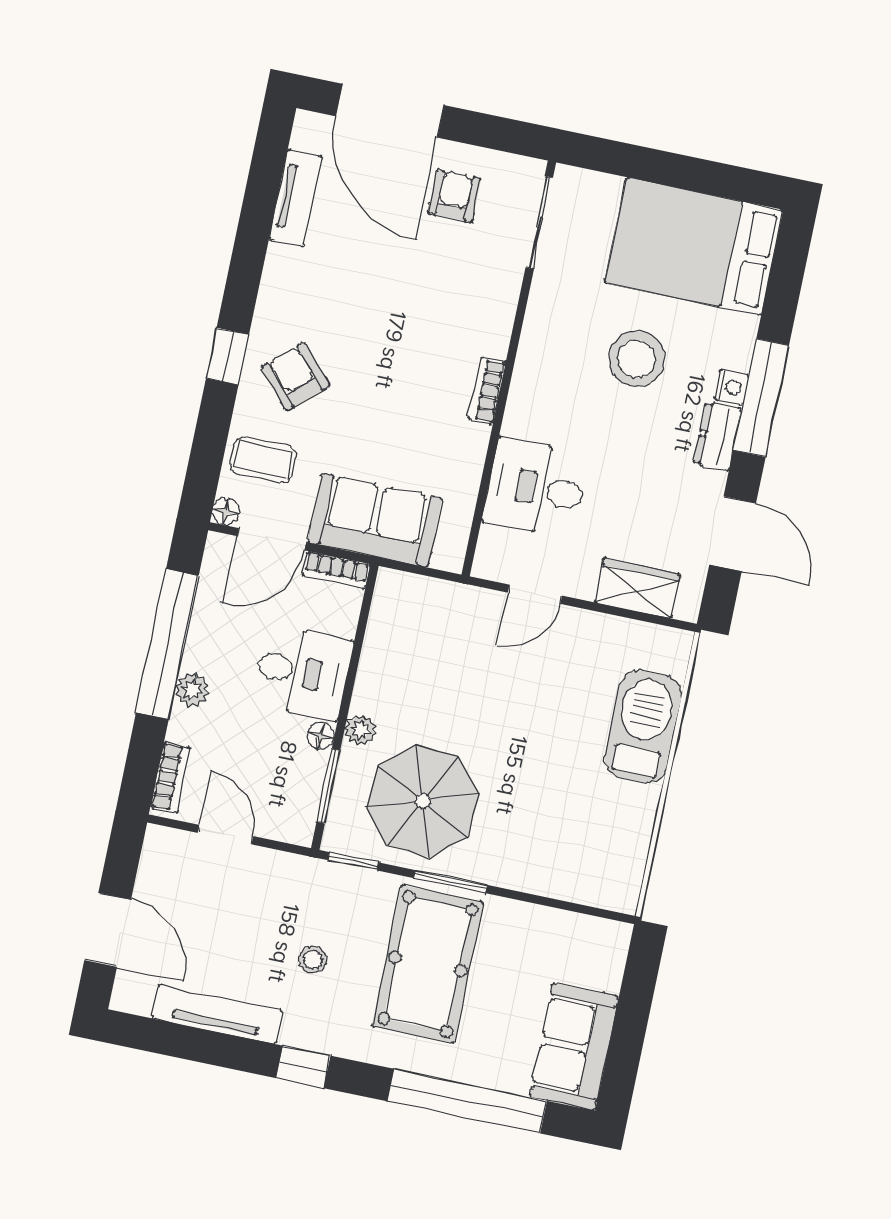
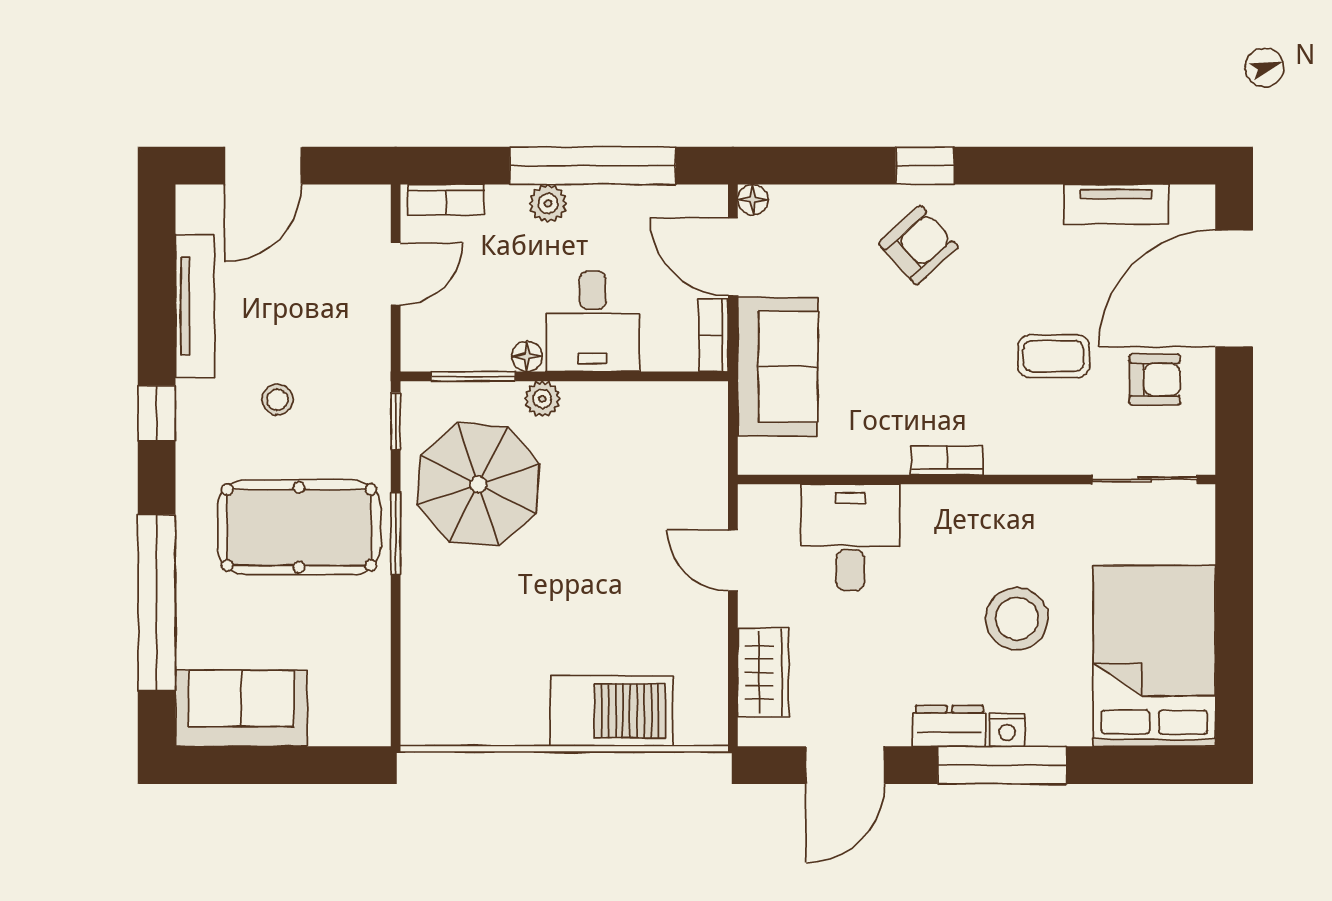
coffee table: (263, 460) -> (1054, 356), moved, turned 90

